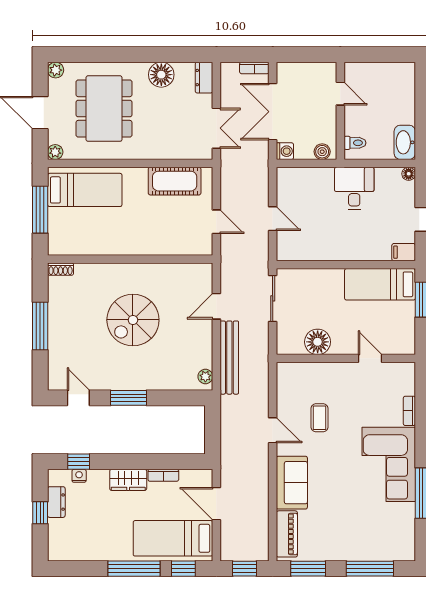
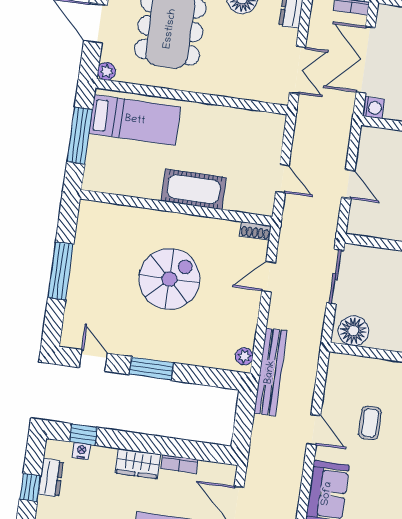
cot: (175, 181) -> (194, 189), moved
shoe rack: (61, 269) -> (255, 231), moved
spiral stairs: (133, 320) -> (169, 279), turned 180
floor lamp: (318, 342) -> (353, 331), moved
bench: (229, 358) -> (270, 372), moved

